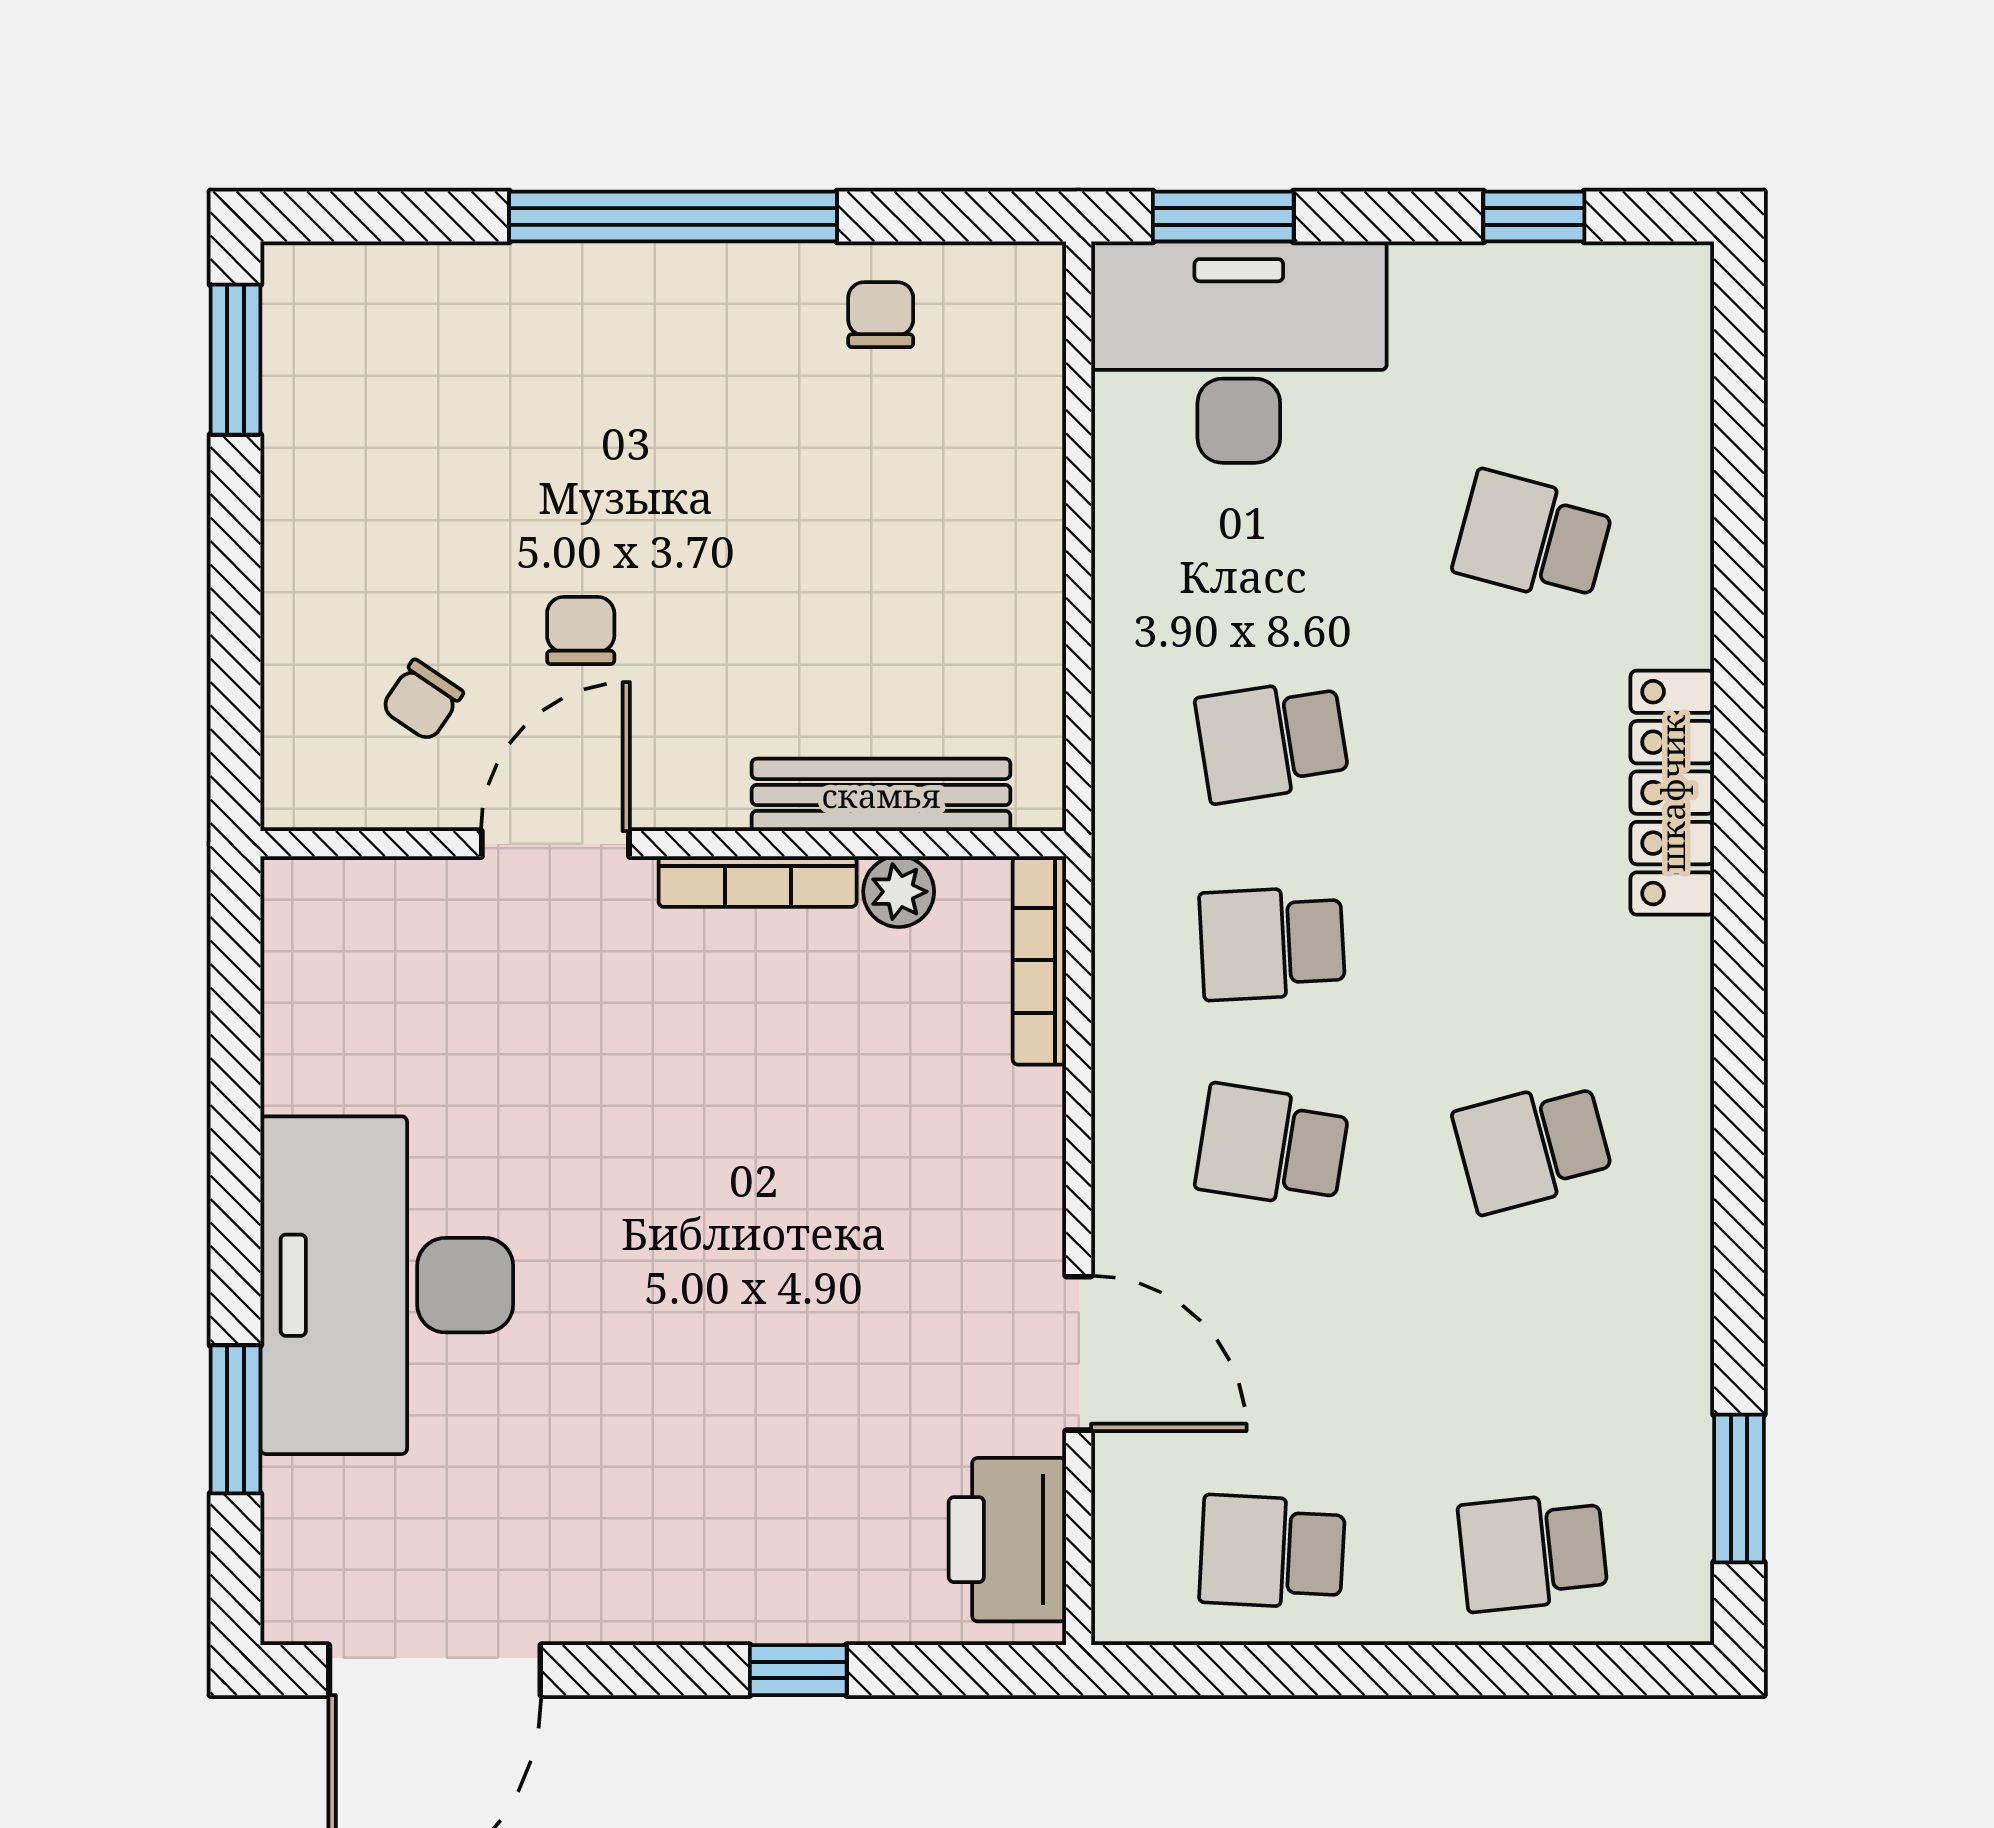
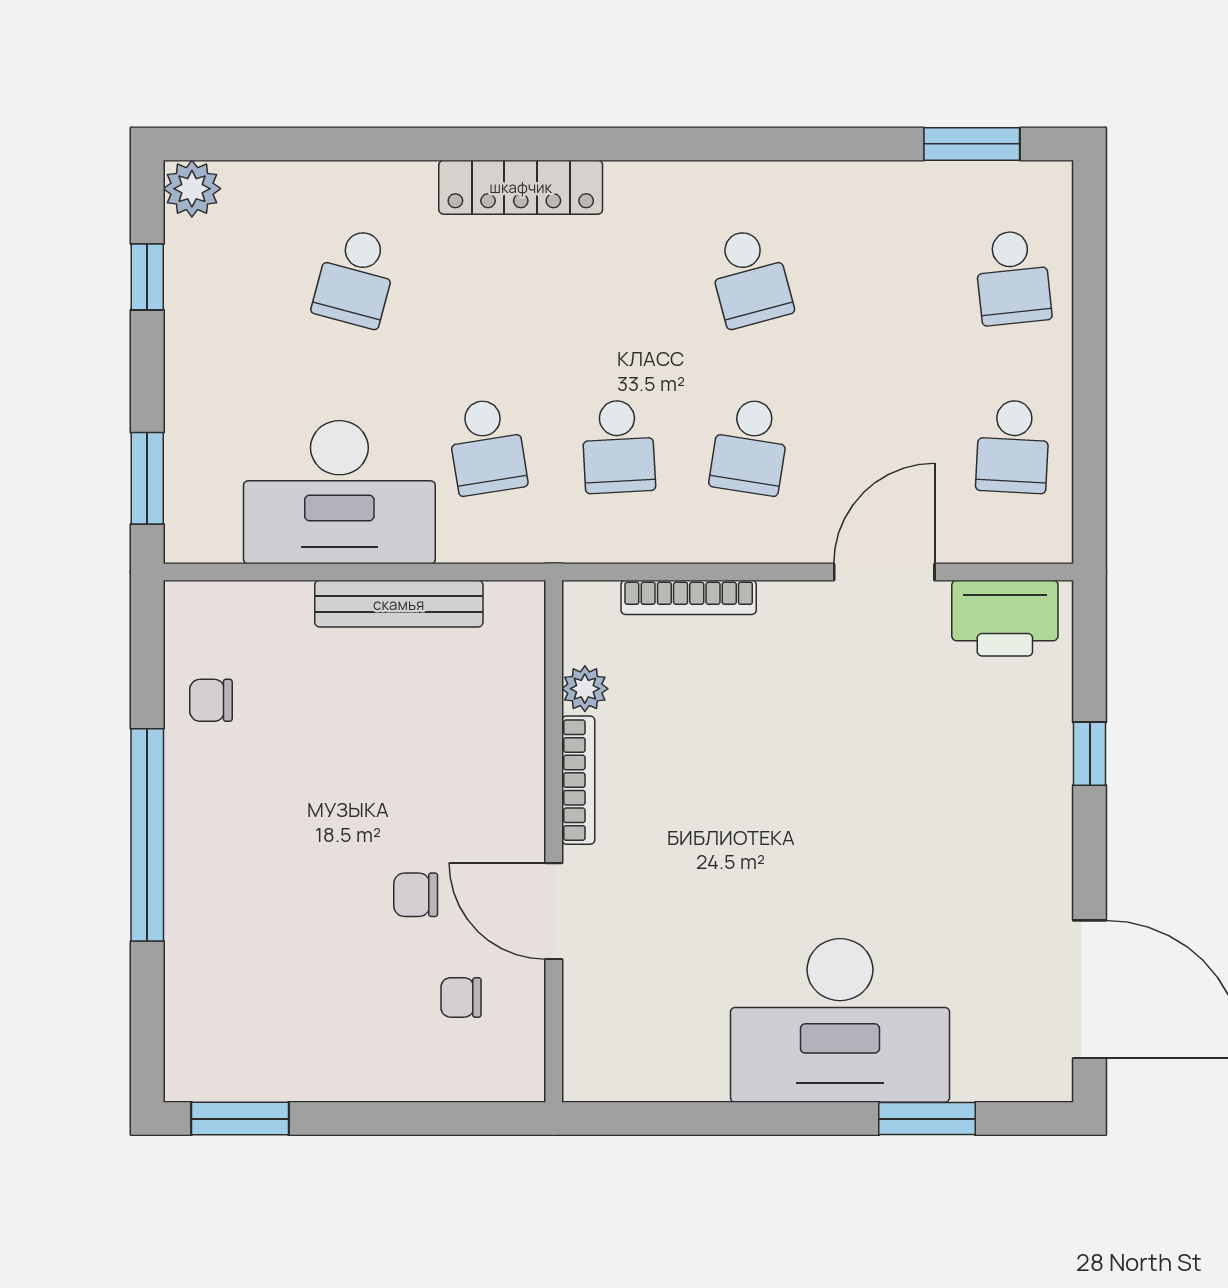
plant: (1670, 285) -> (192, 189), added
desk: (1239, 352) -> (339, 492), moved, turned -90
chair: (422, 700) -> (461, 997), turned 146
bench: (881, 795) -> (399, 604), moved, turned 90
bookcase: (1039, 960) -> (689, 597), moved

